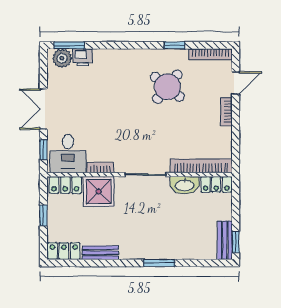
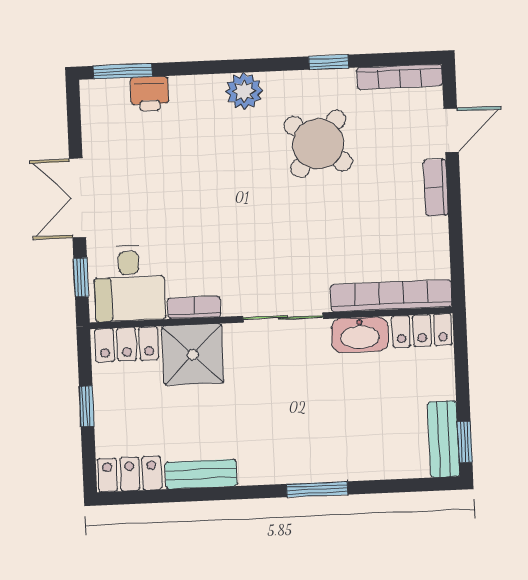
plant: (62, 58) -> (244, 91), moved

